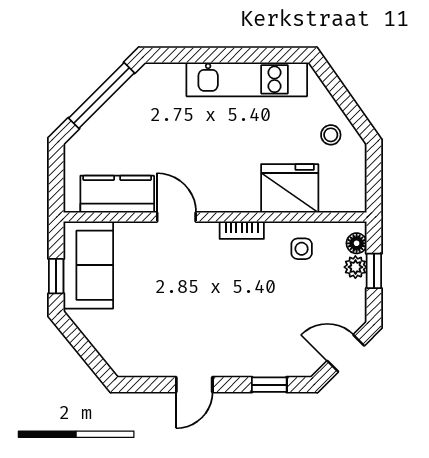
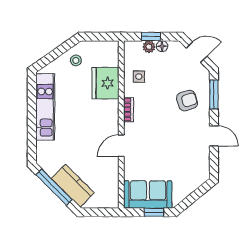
kitchen counter: (117, 194) -> (73, 186), moved, turned 135
floor lamp: (357, 243) -> (162, 46), moved
armchair: (258, 336) -> (187, 101), added
door: (346, 353) -> (197, 52), swing flipped
window: (269, 385) -> (214, 94), width x1.50

